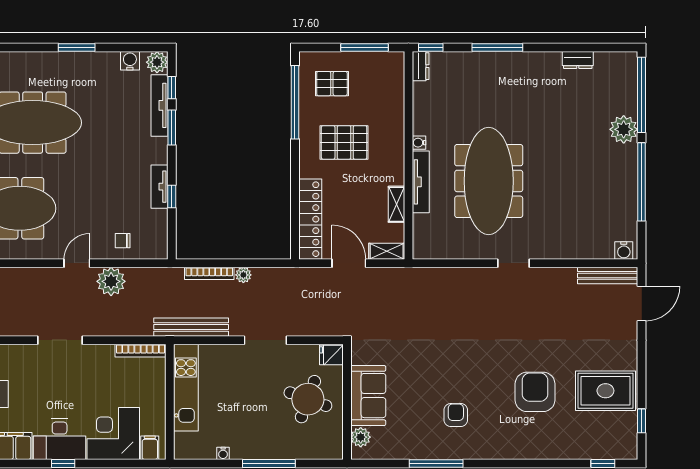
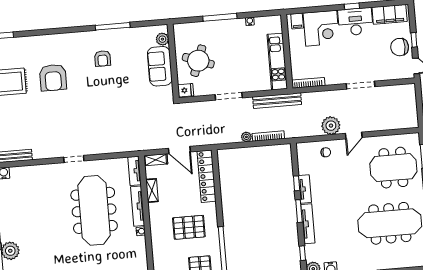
tv unit: (159, 105) -> (308, 224), moved
window: (172, 128) -> (299, 211), moved
tv unit: (421, 237) -> (135, 171), added

